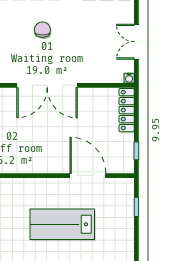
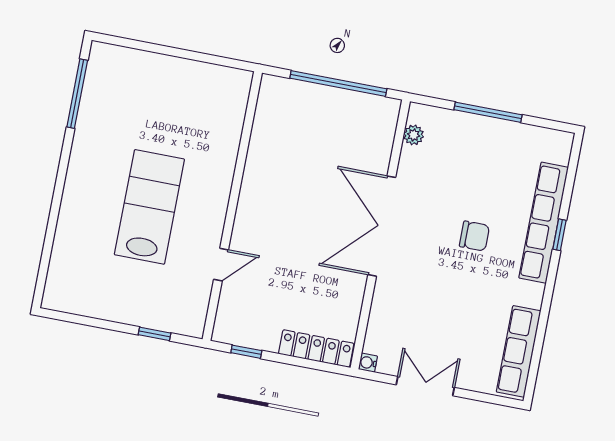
door: (88, 176) -> (221, 265), width x0.53

